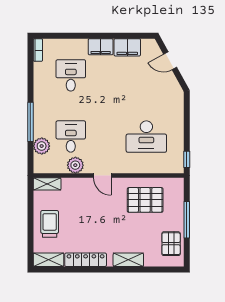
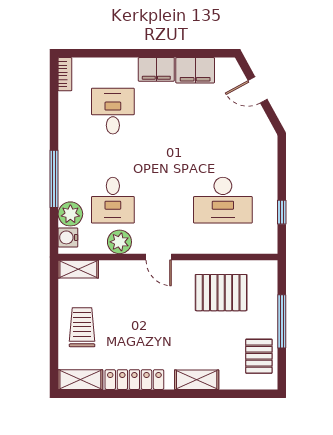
desk: (71, 137) -> (113, 200), turned 180
window: (187, 159) -> (282, 212), moved
water cooler: (40, 162) -> (68, 237), added

